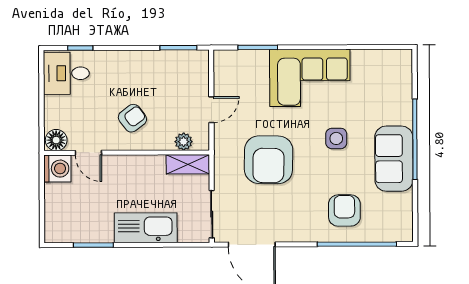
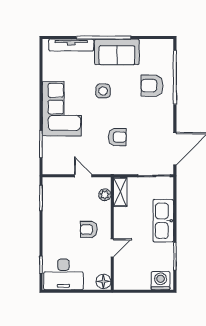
desk: (66, 73) -> (63, 274), width x1.37
tv unit: (404, 91) -> (71, 45), added
armchair: (132, 118) -> (89, 230), turned -53
door: (88, 153) -> (112, 248), moved
armchair: (269, 160) -> (117, 137), width x0.53, depth x0.53
washing machine: (57, 169) -> (161, 281), moved

